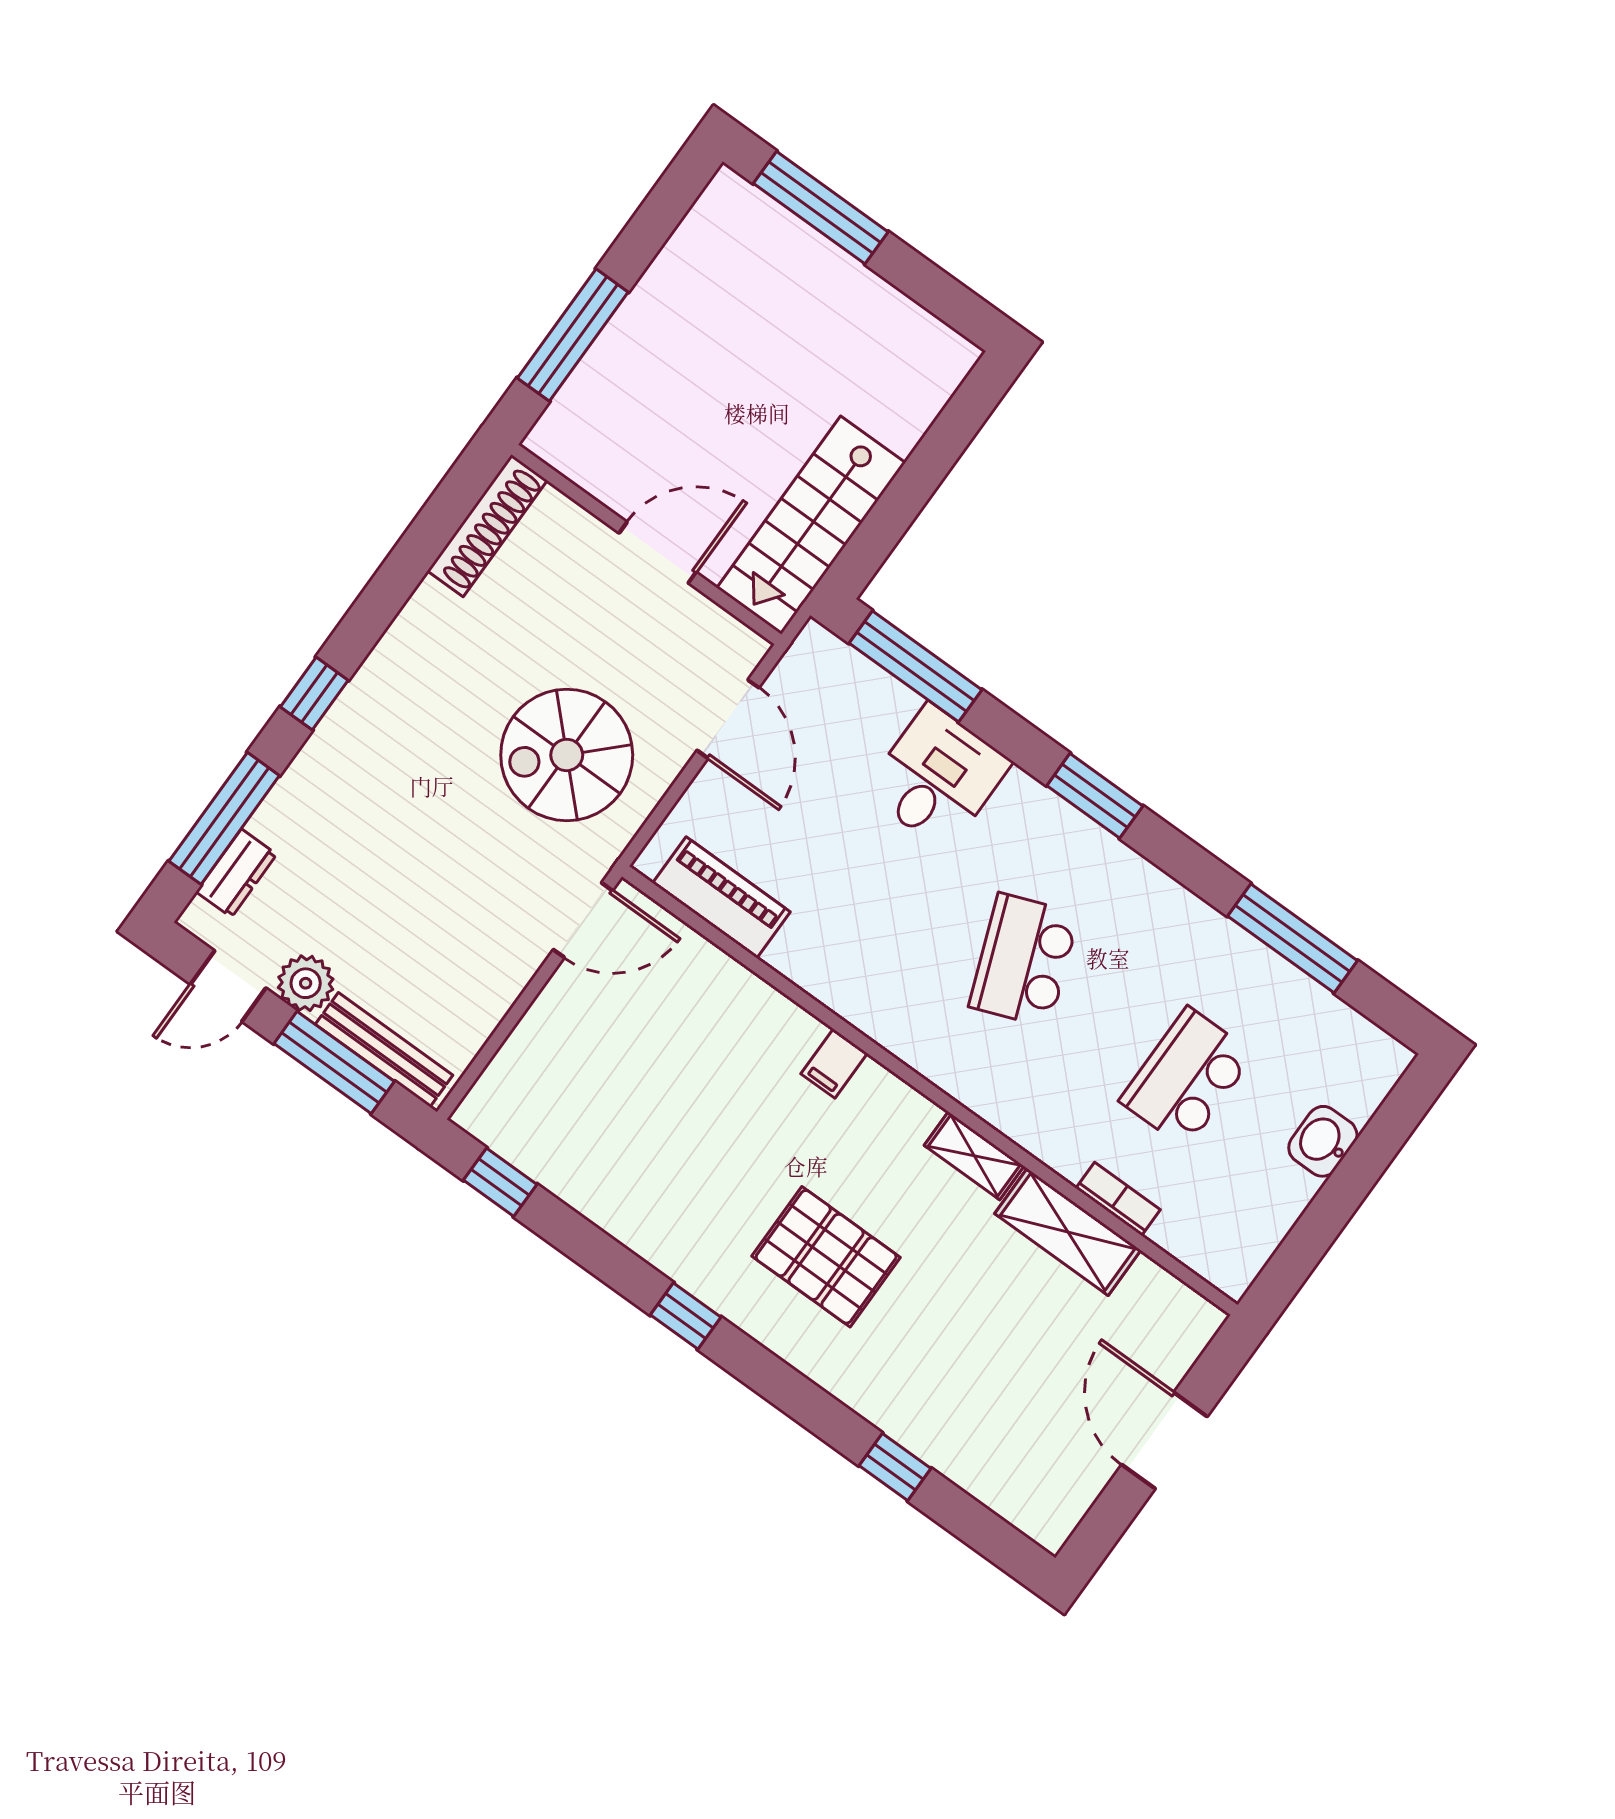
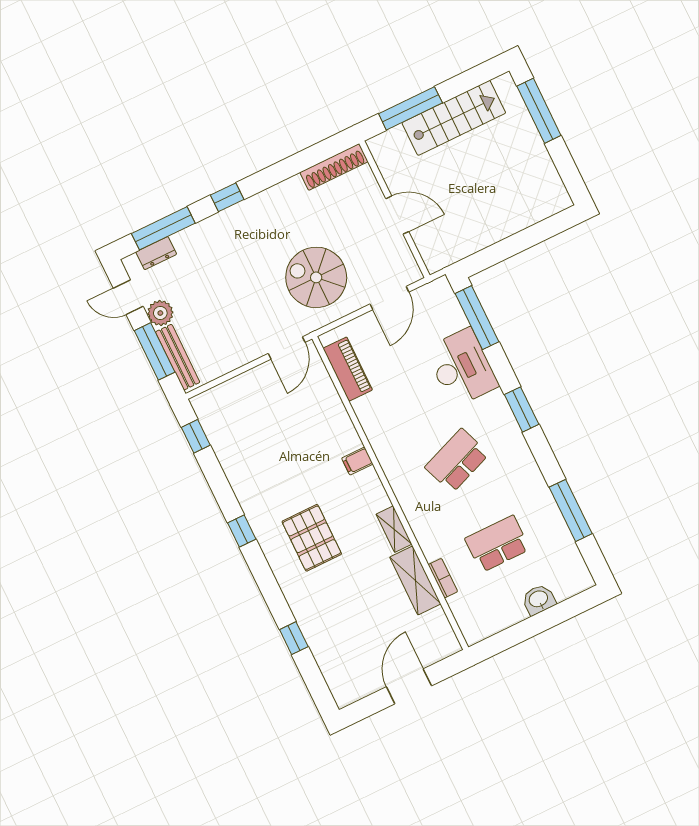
stairs: (811, 525) -> (454, 118), moved, turned 180
desk: (937, 777) -> (462, 367), width x1.37
door: (583, 920) -> (287, 348), hinge flipped

